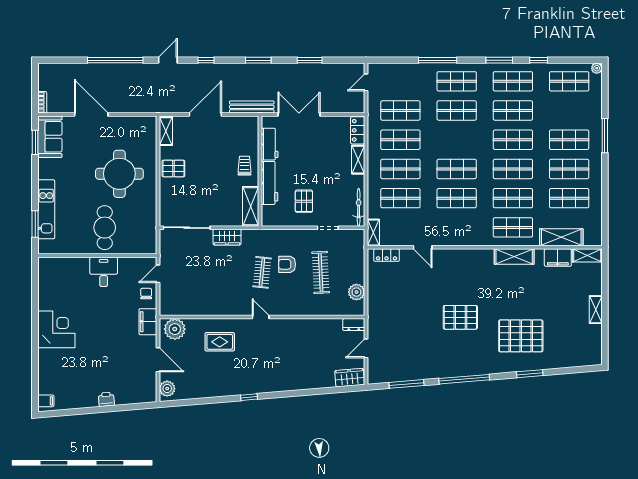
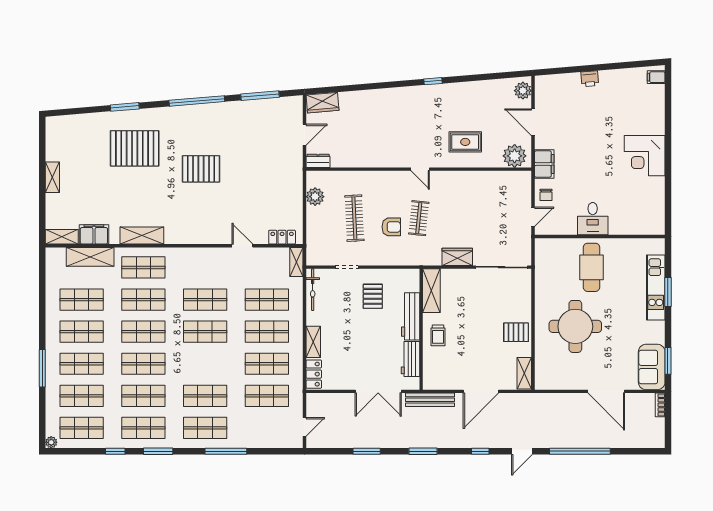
shop shelf: (569, 111) -> (82, 396), added
window: (35, 224) -> (668, 292), moved

